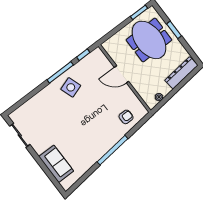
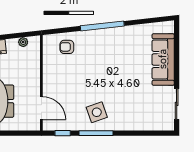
door: (122, 74) -> (41, 108), moved
sofa: (56, 164) -> (163, 59), width x1.36

